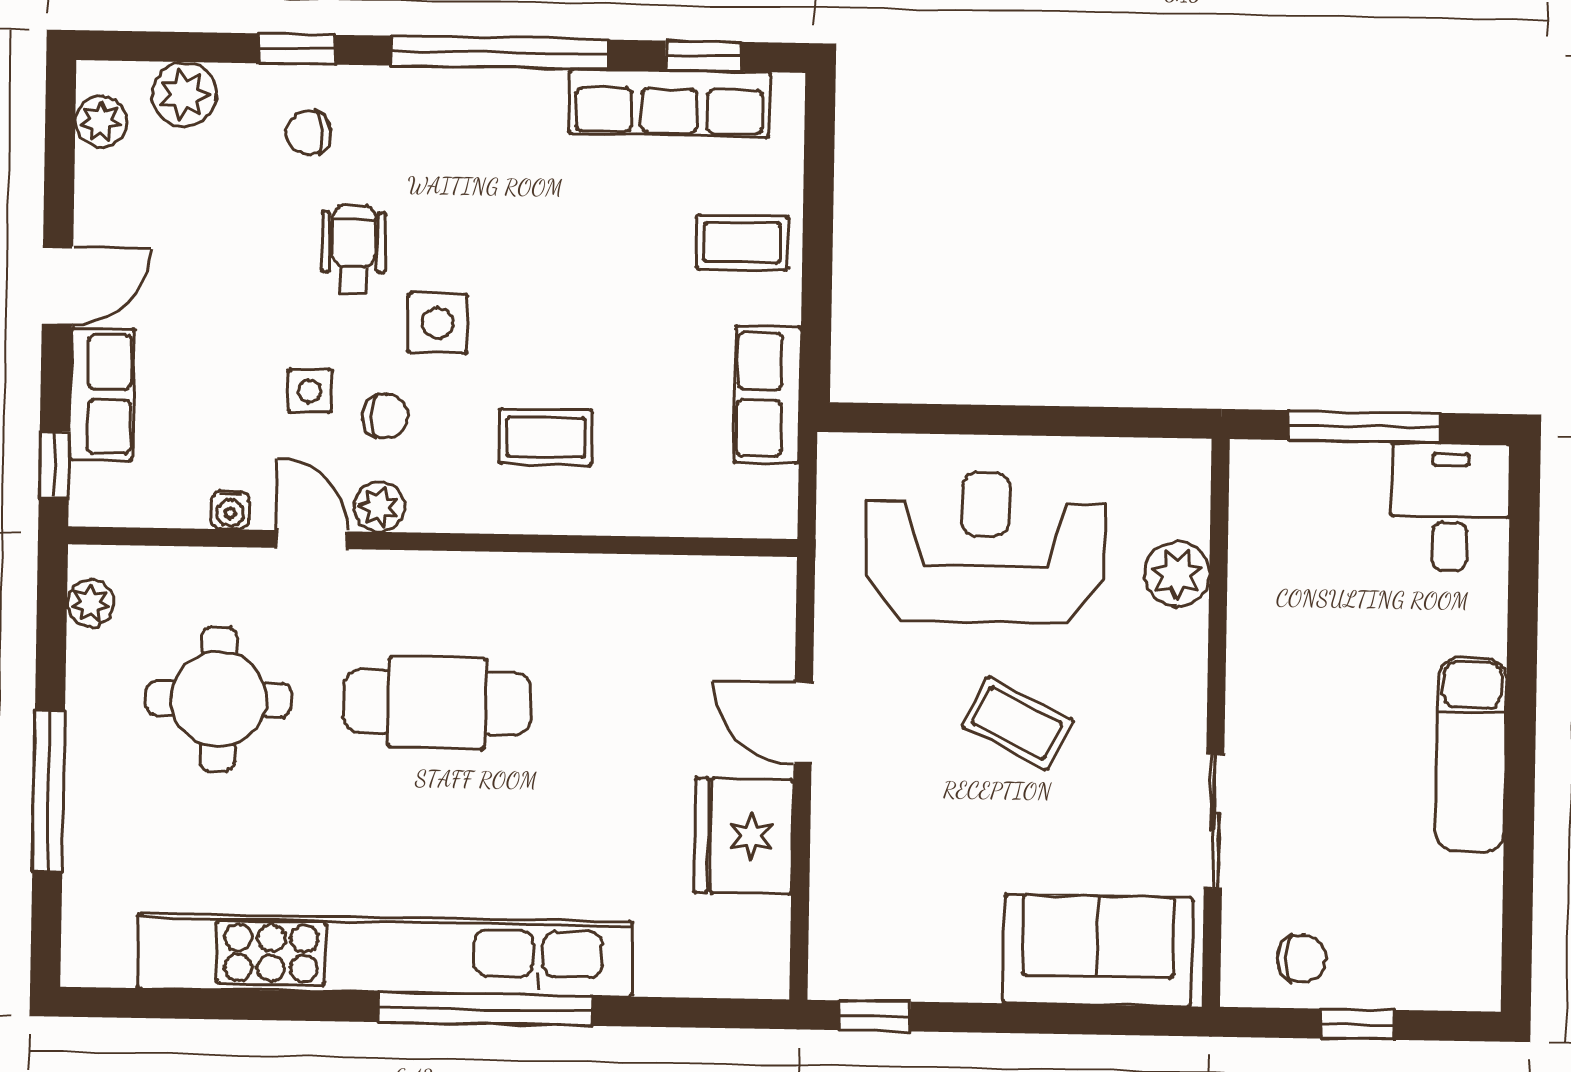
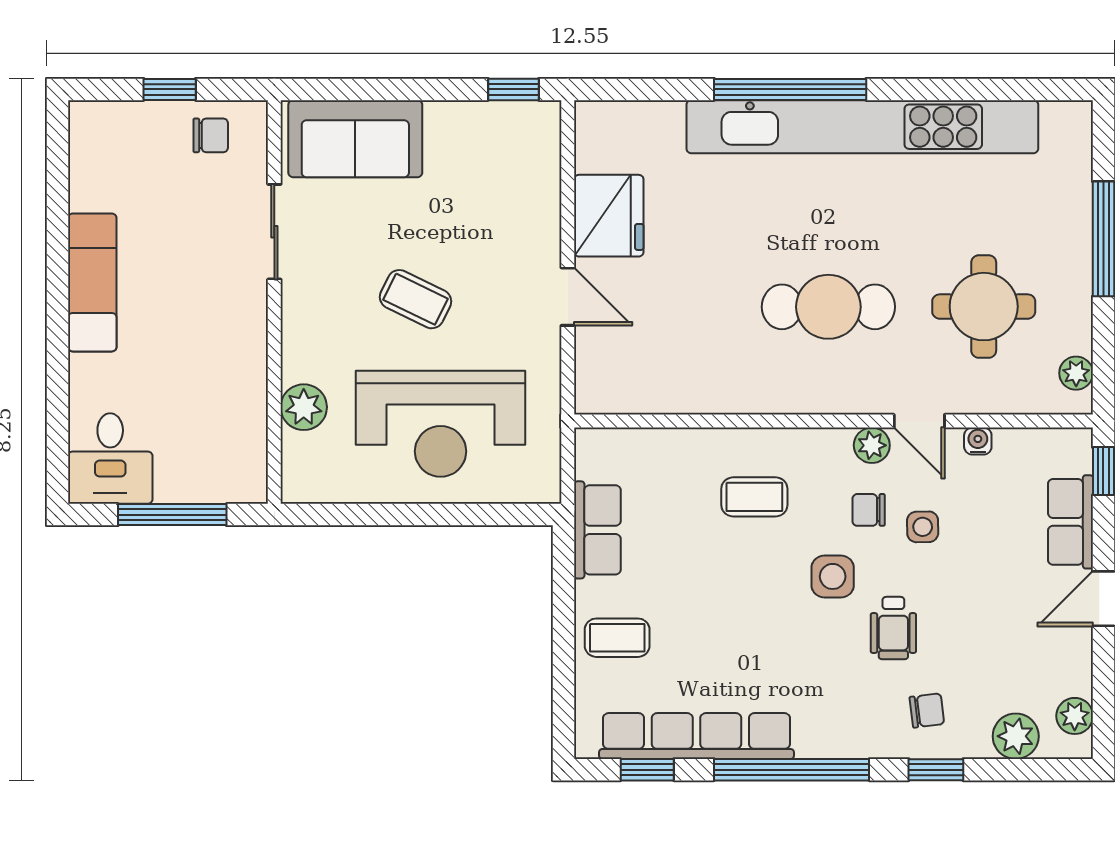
row of seats: (669, 103) -> (696, 736), width x1.36
chair: (1301, 959) -> (211, 135), turned 180

